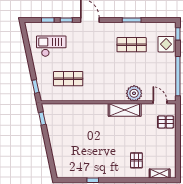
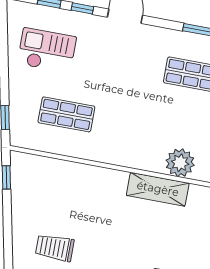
trolley: (75, 151) -> (55, 248), added

